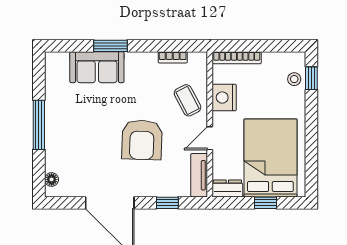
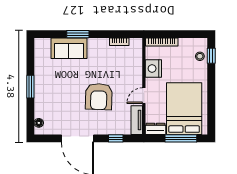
coffee table: (188, 100) -> (129, 70), removed
window: (39, 125) -> (30, 87), width x0.69
window: (266, 203) -> (181, 138), width x2.17

